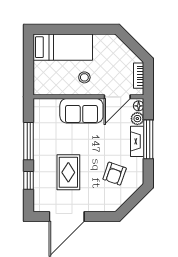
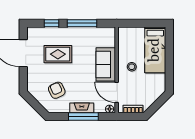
plant: (137, 119) -> (100, 108), removed
armchair: (115, 174) -> (57, 90), turned 47

